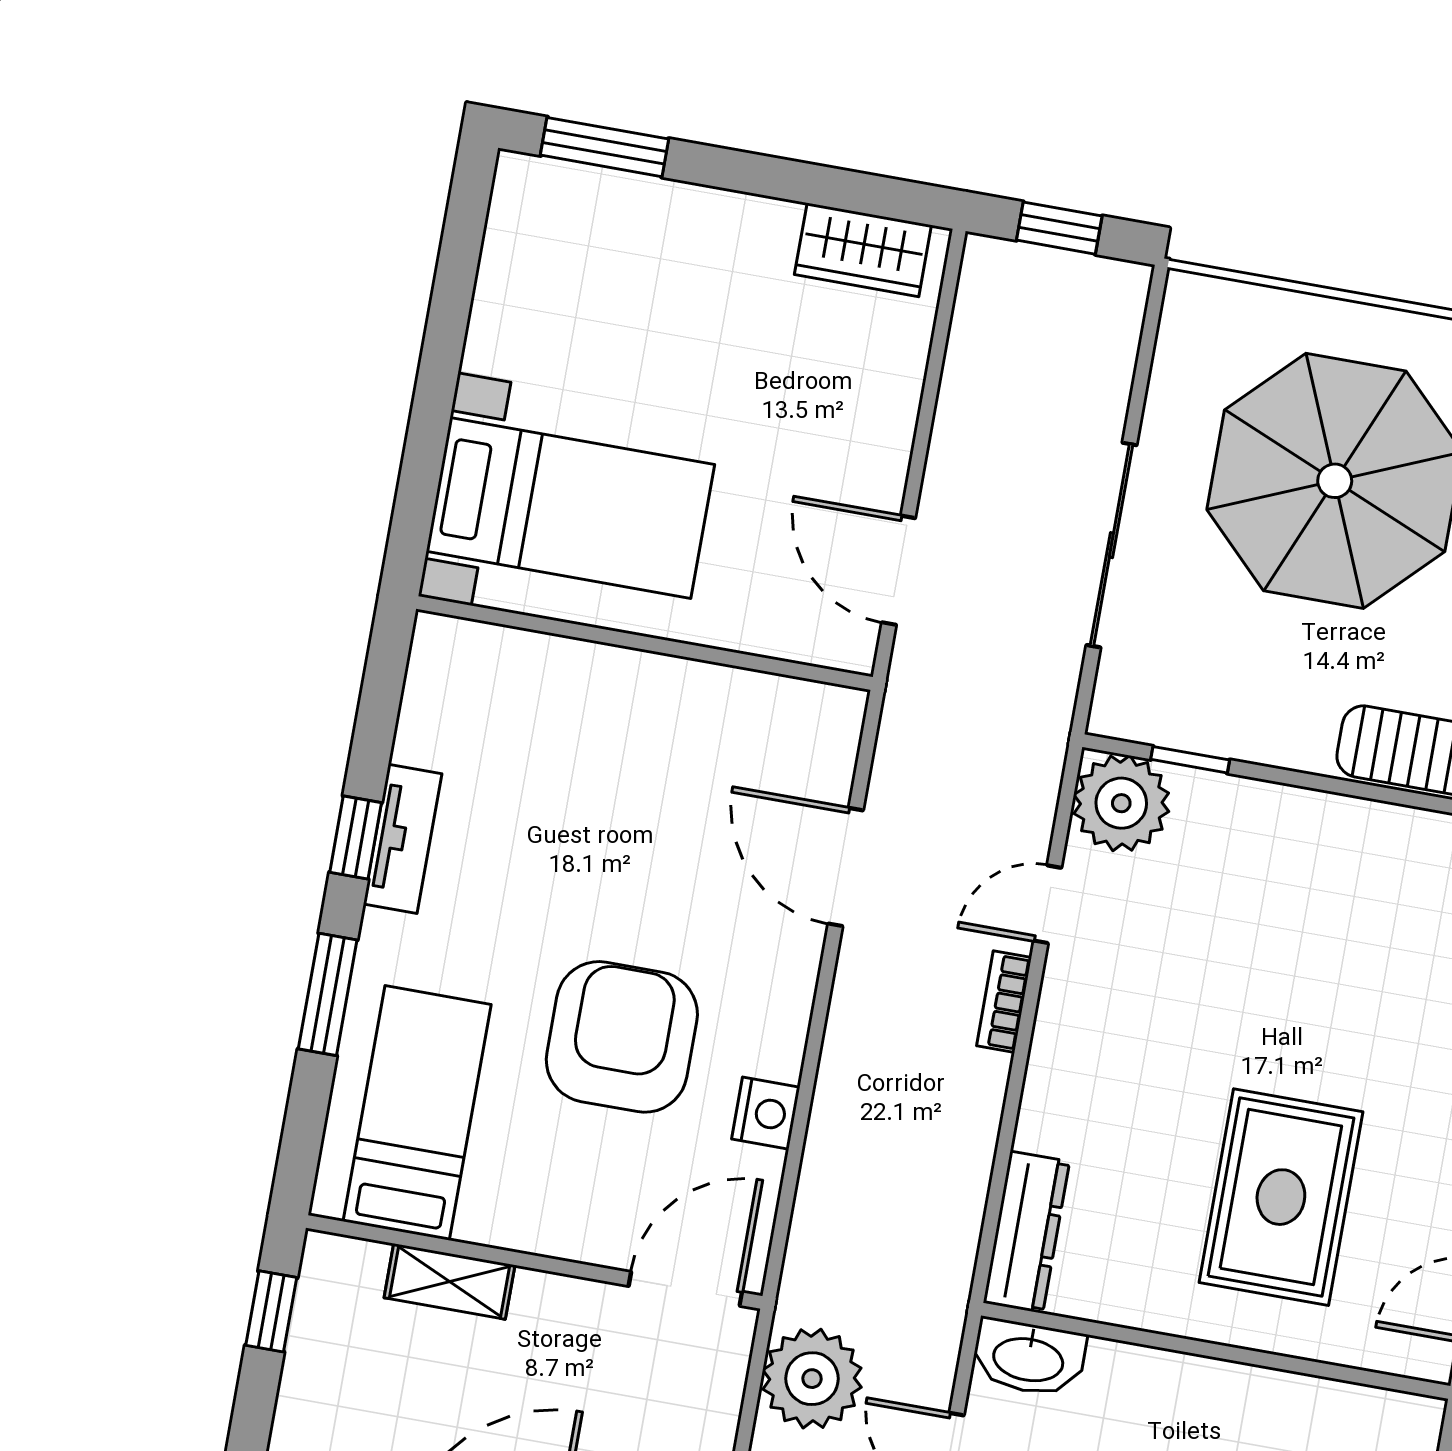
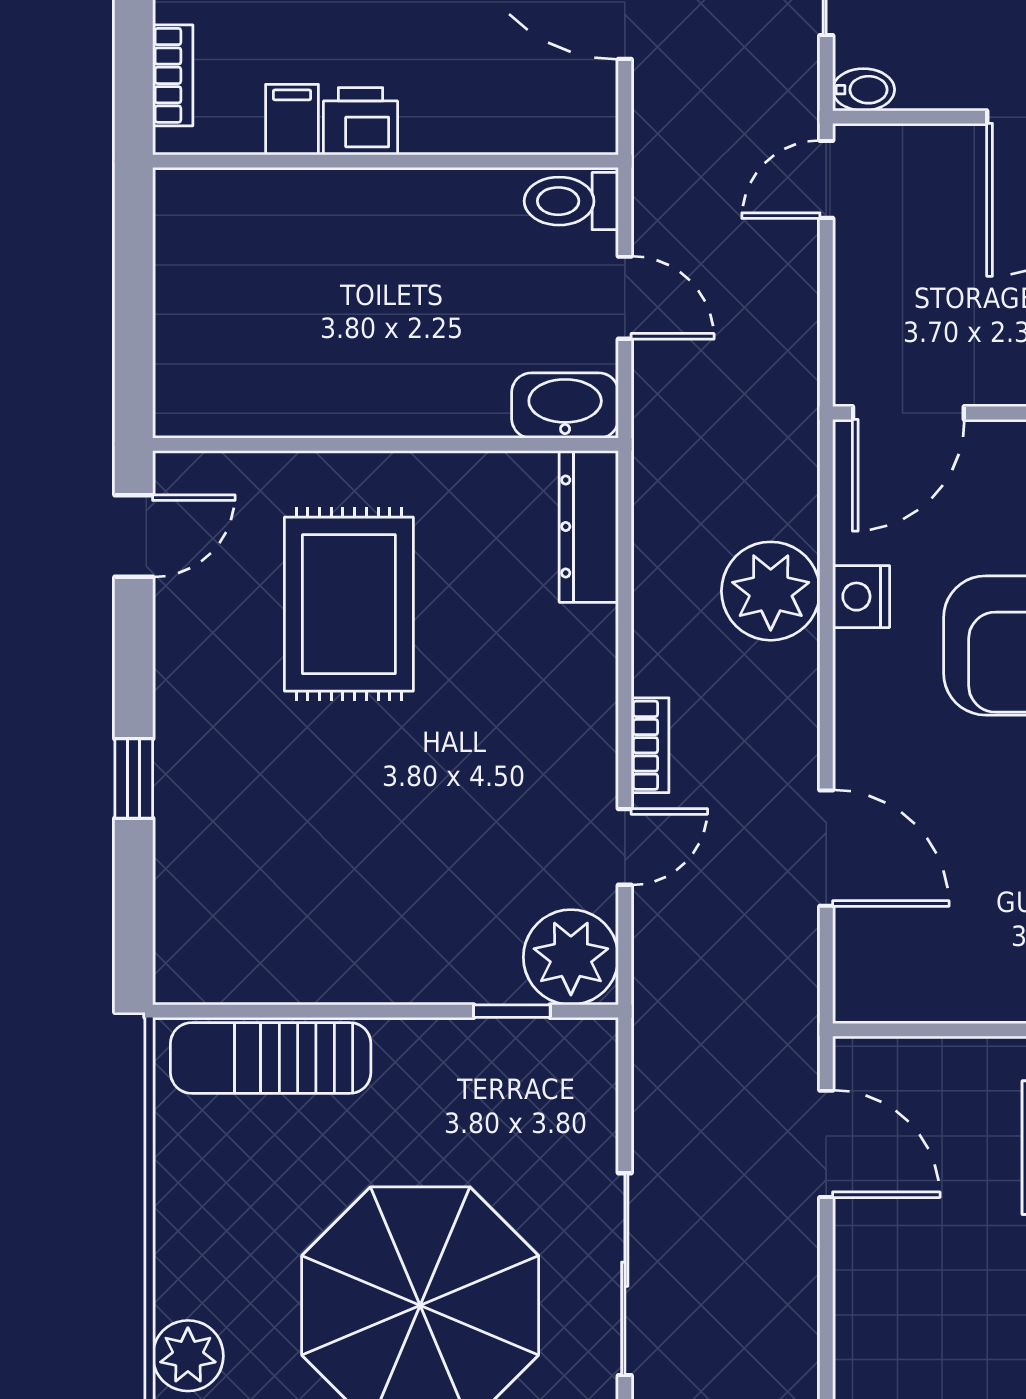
sliding door: (1112, 545) -> (625, 1274), moved
plant: (812, 1379) -> (771, 591), moved

